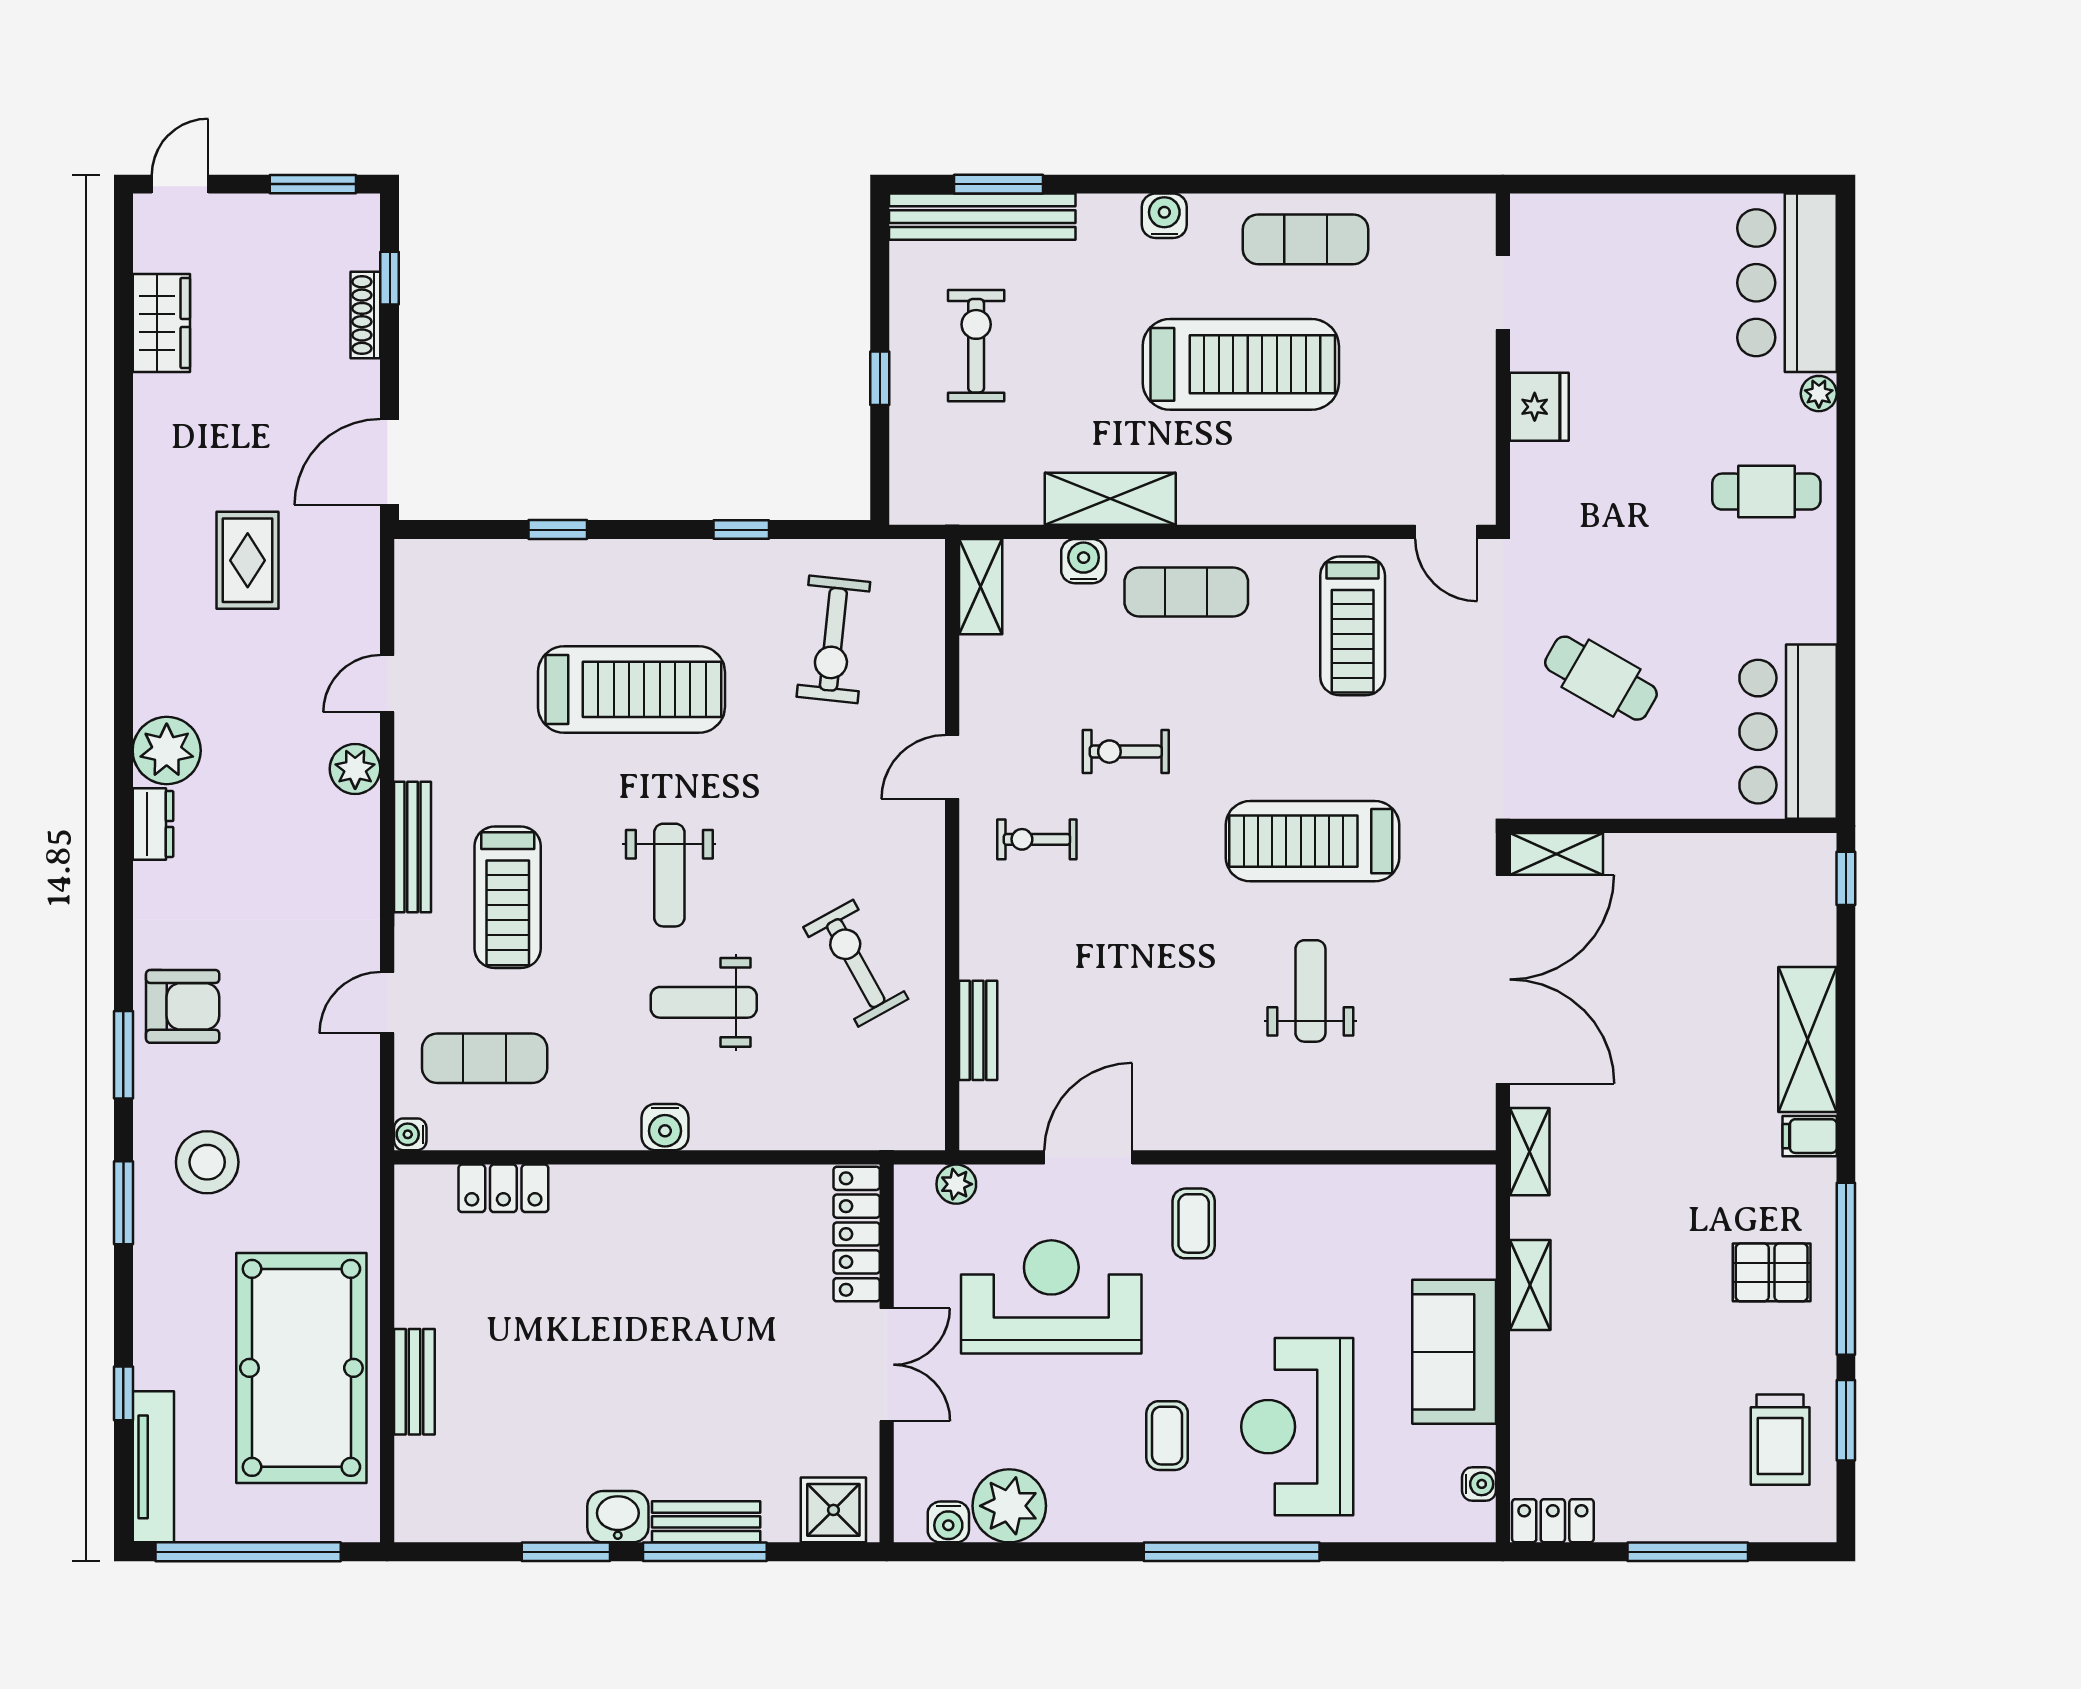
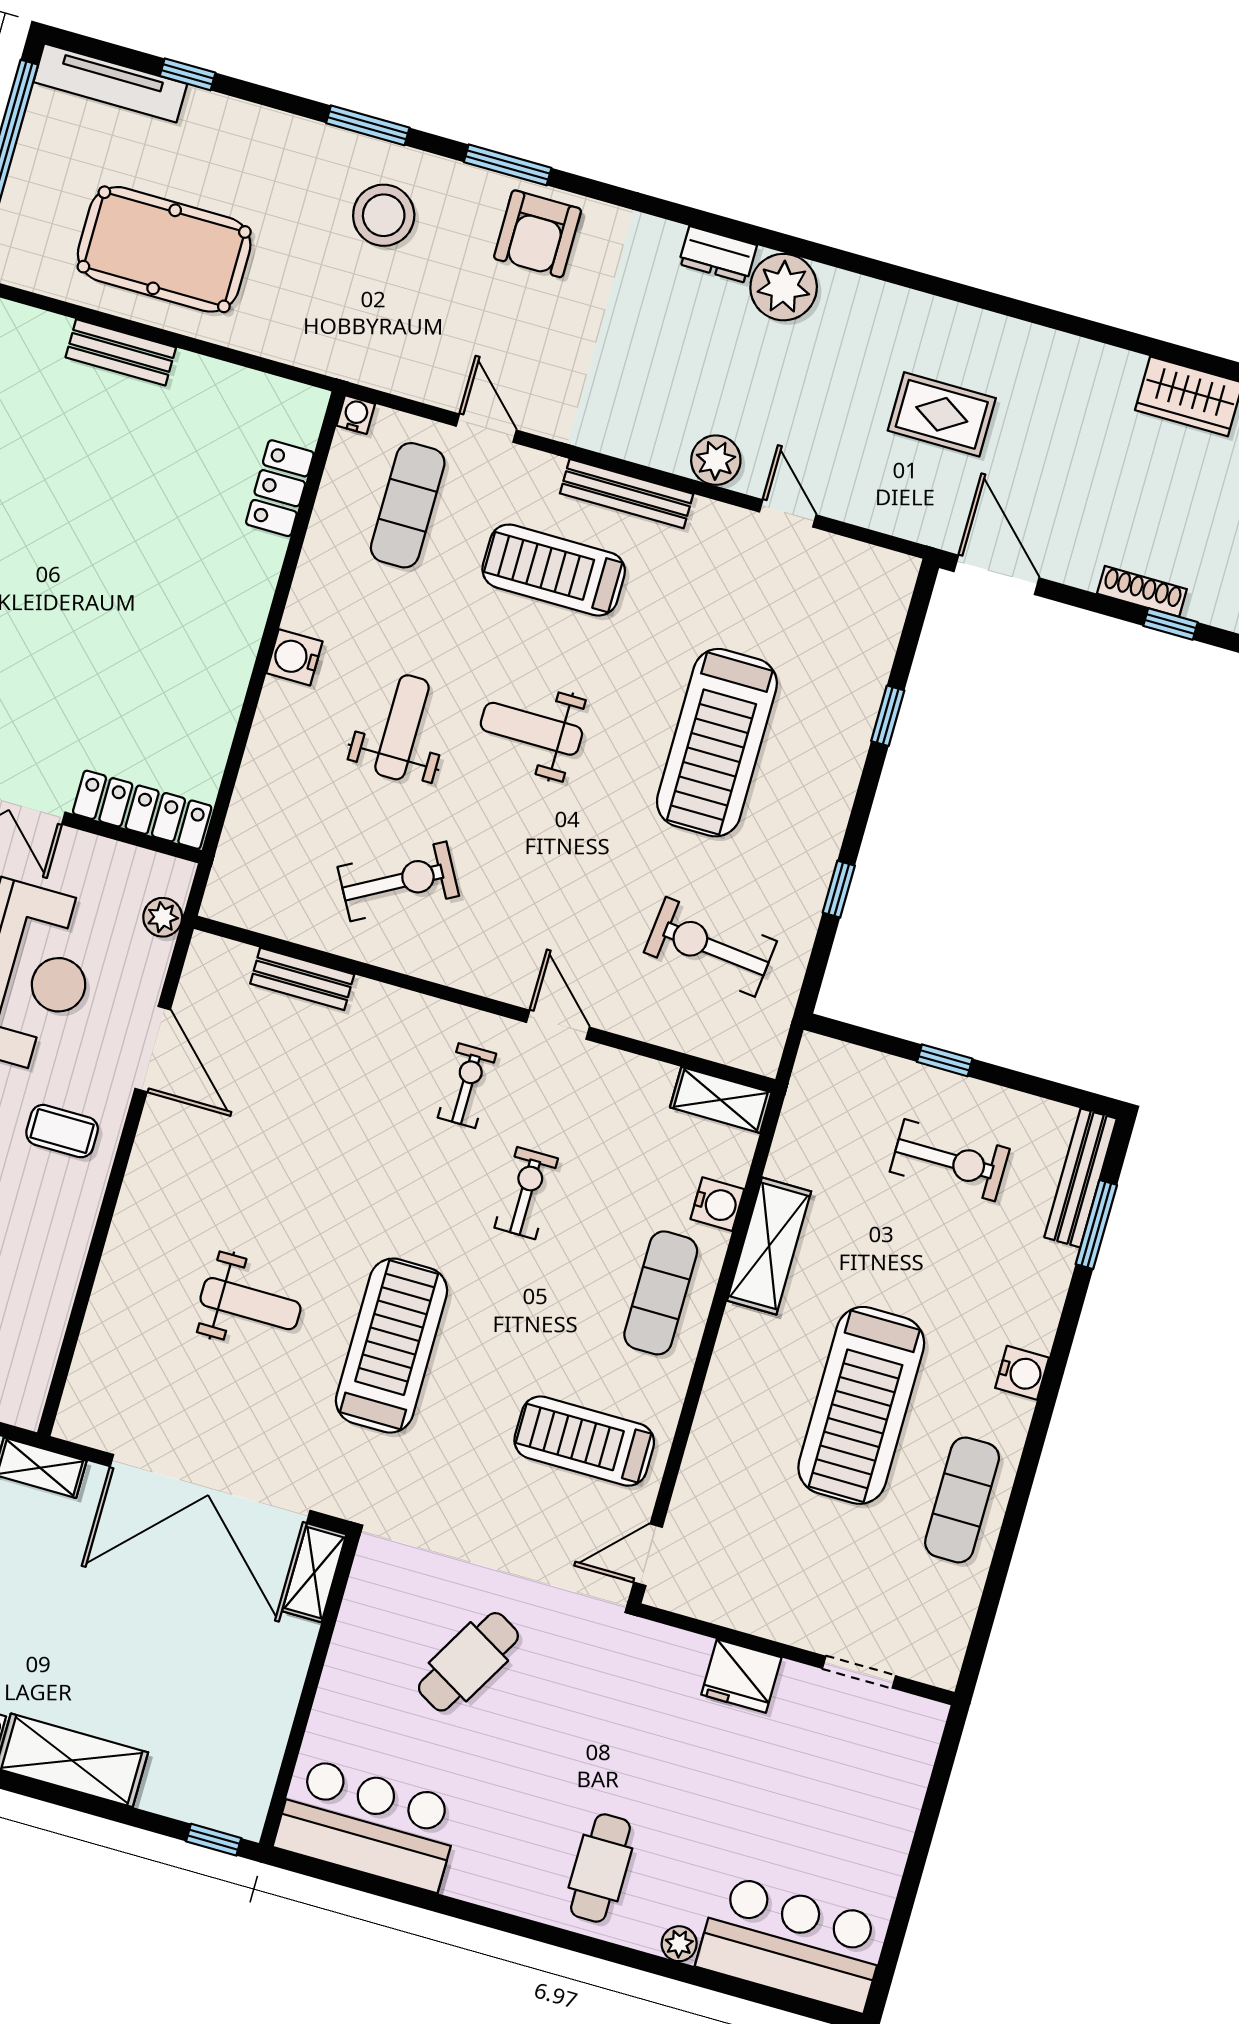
bench: (982, 217) -> (1080, 1178), width x0.73, depth x0.82
pool table: (301, 1368) -> (164, 249), width x0.73, depth x0.76

